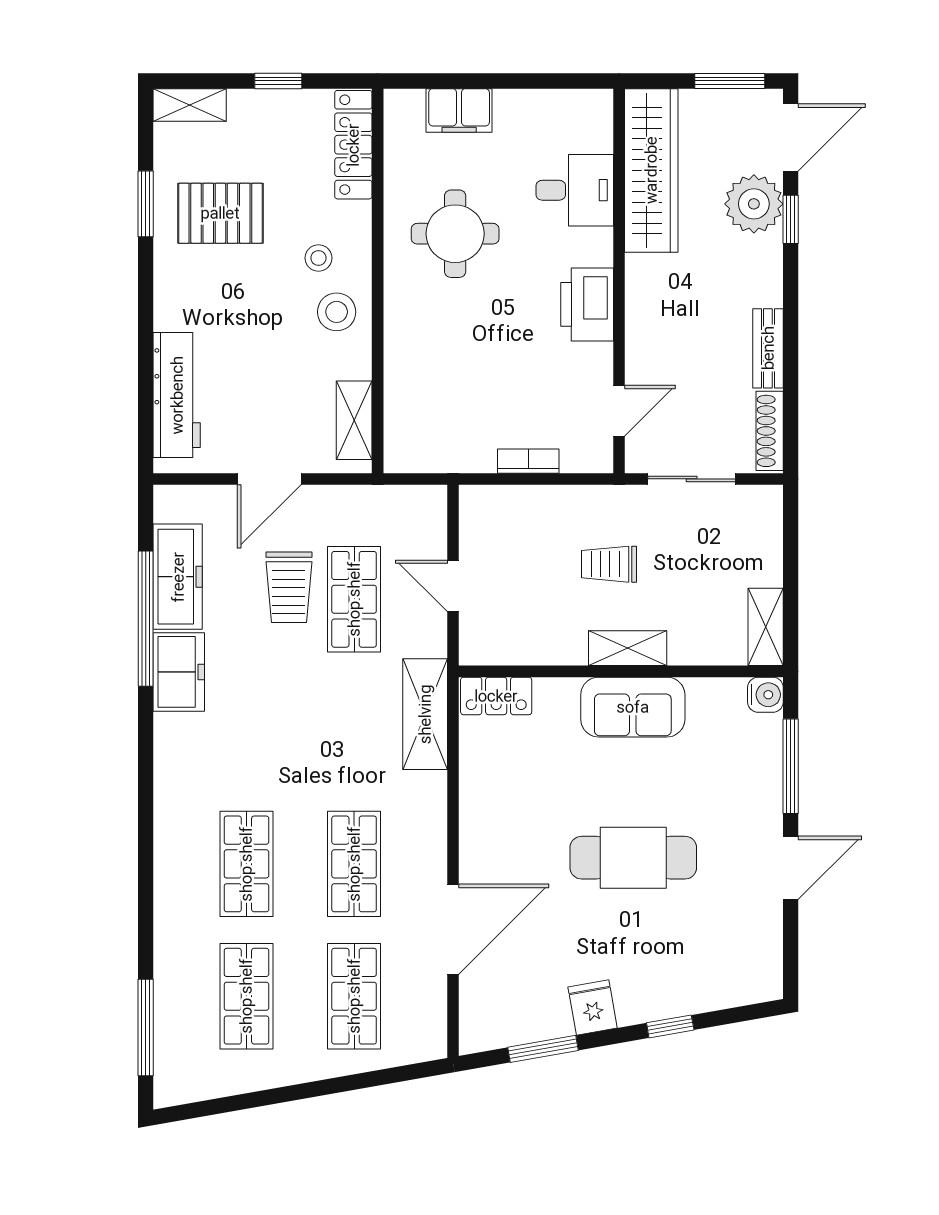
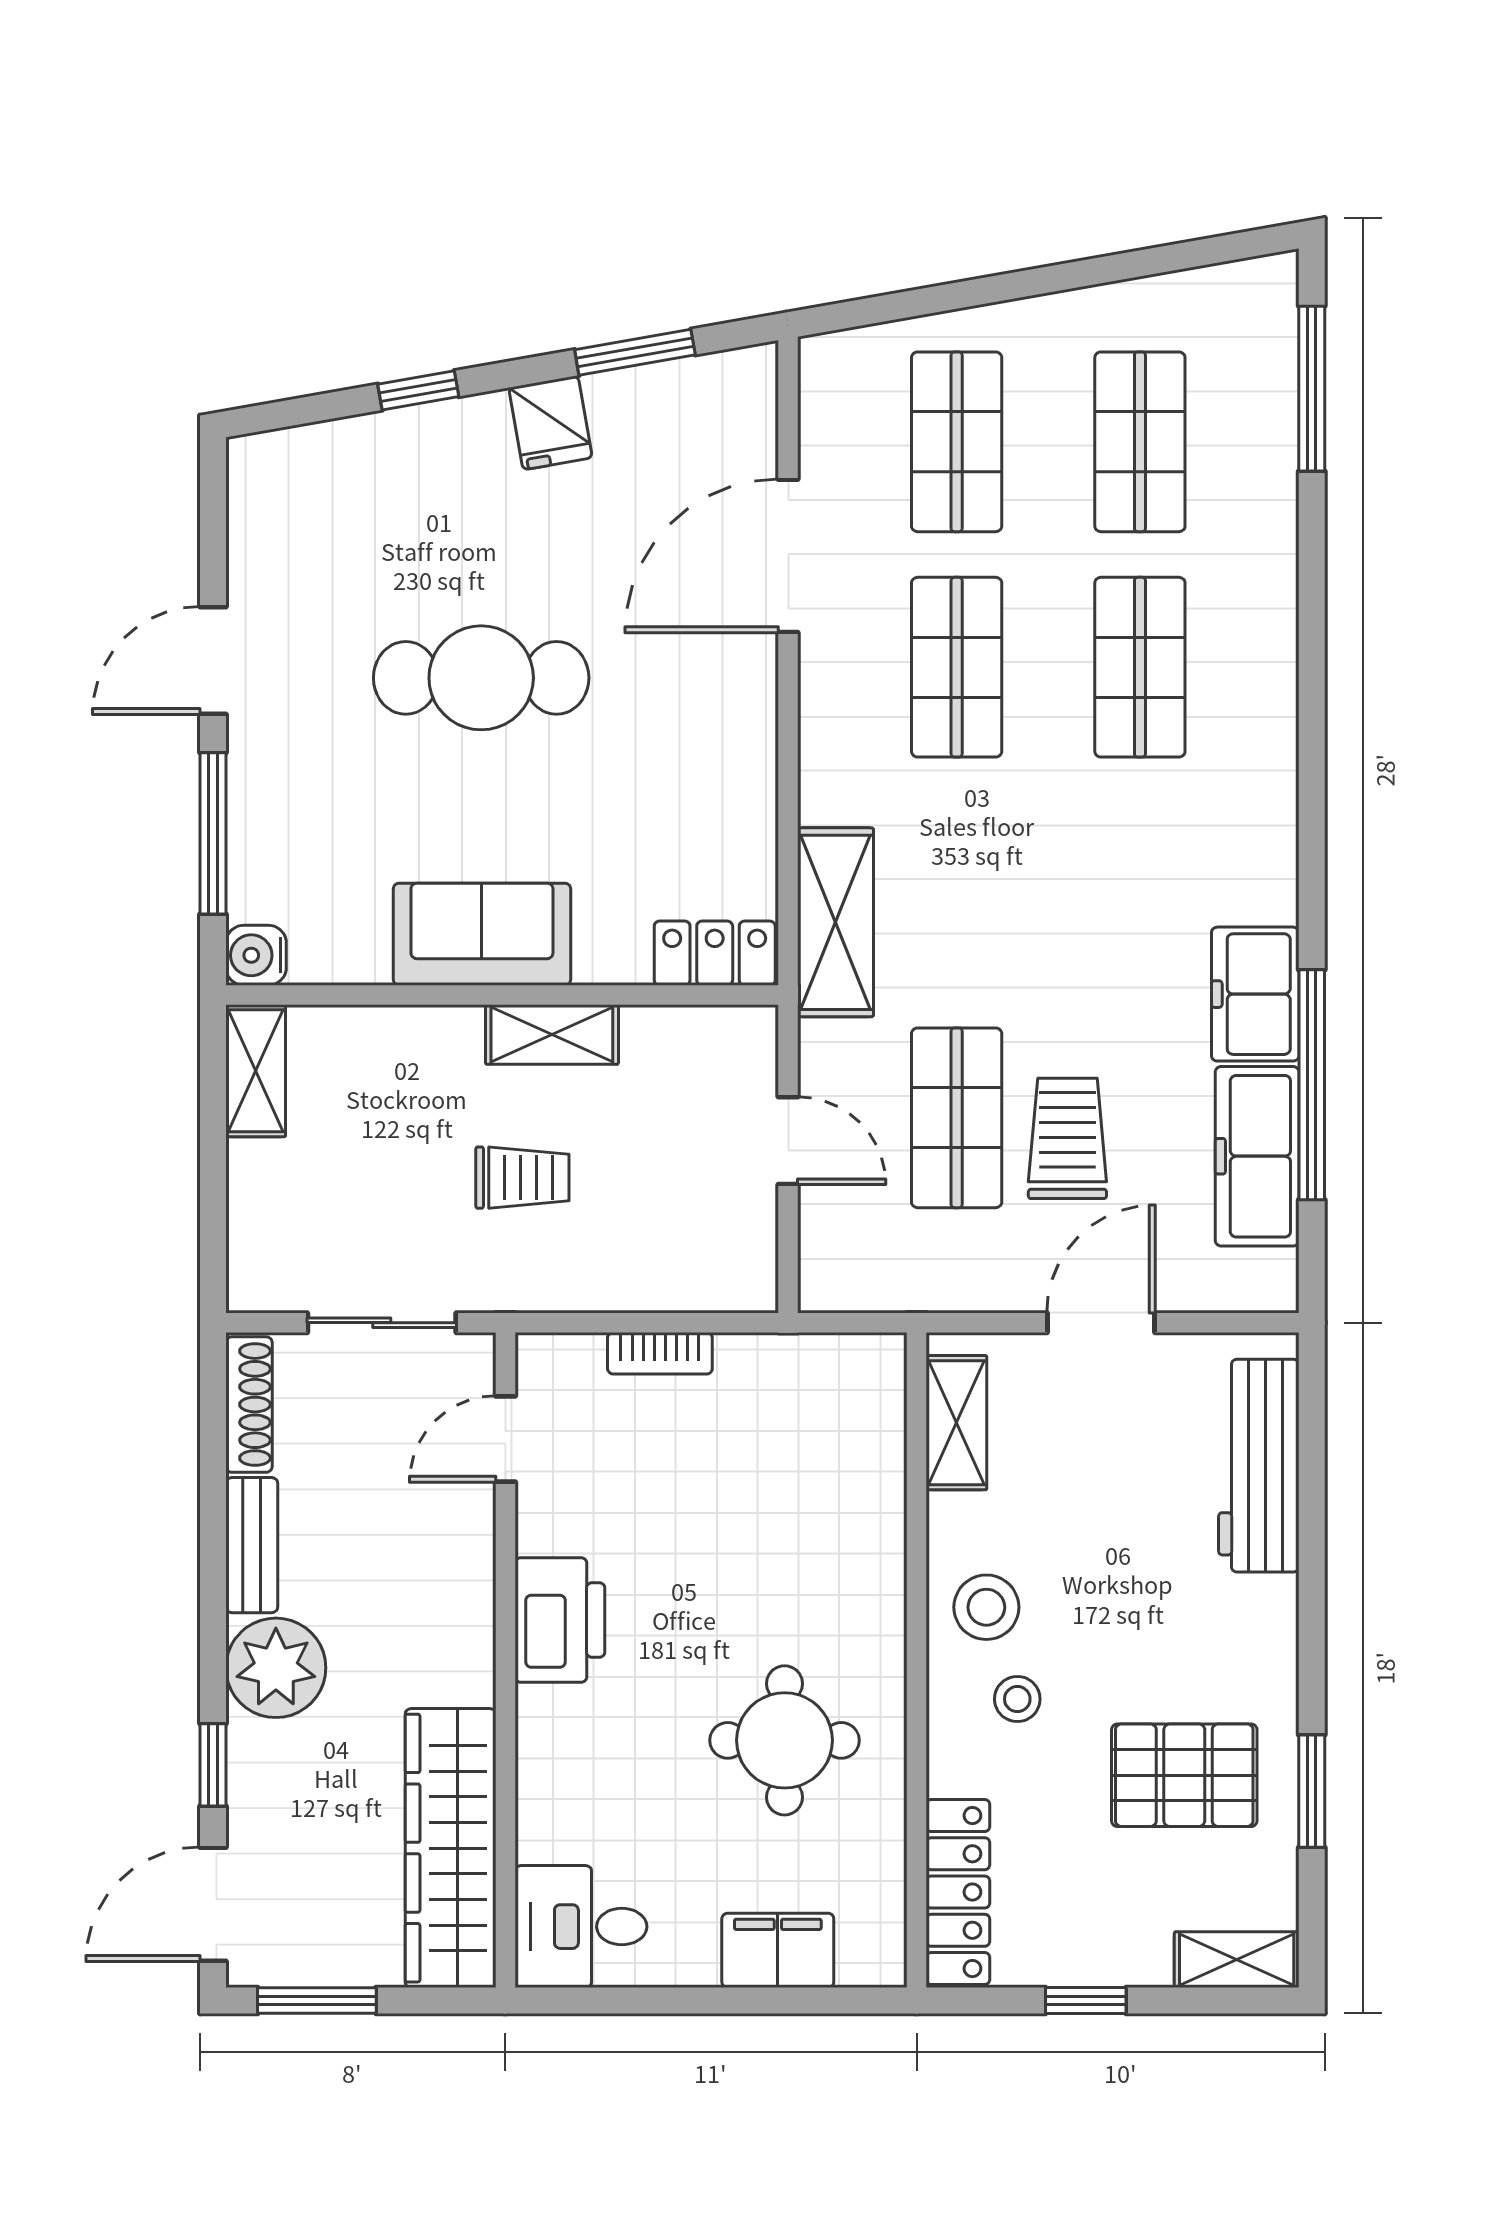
desk: (575, 190) -> (581, 1927), moved
plant: (754, 204) -> (276, 1668), moved
shelving: (628, 648) -> (552, 1035), moved

